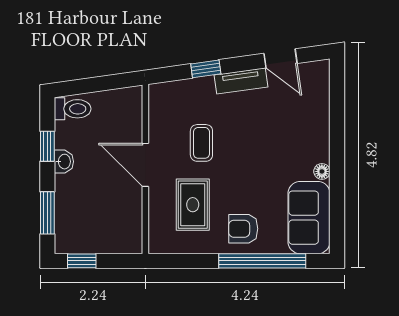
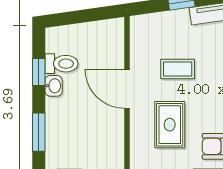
toilet: (73, 109) -> (61, 64), moved
coffee table: (201, 143) -> (178, 69), turned 90

